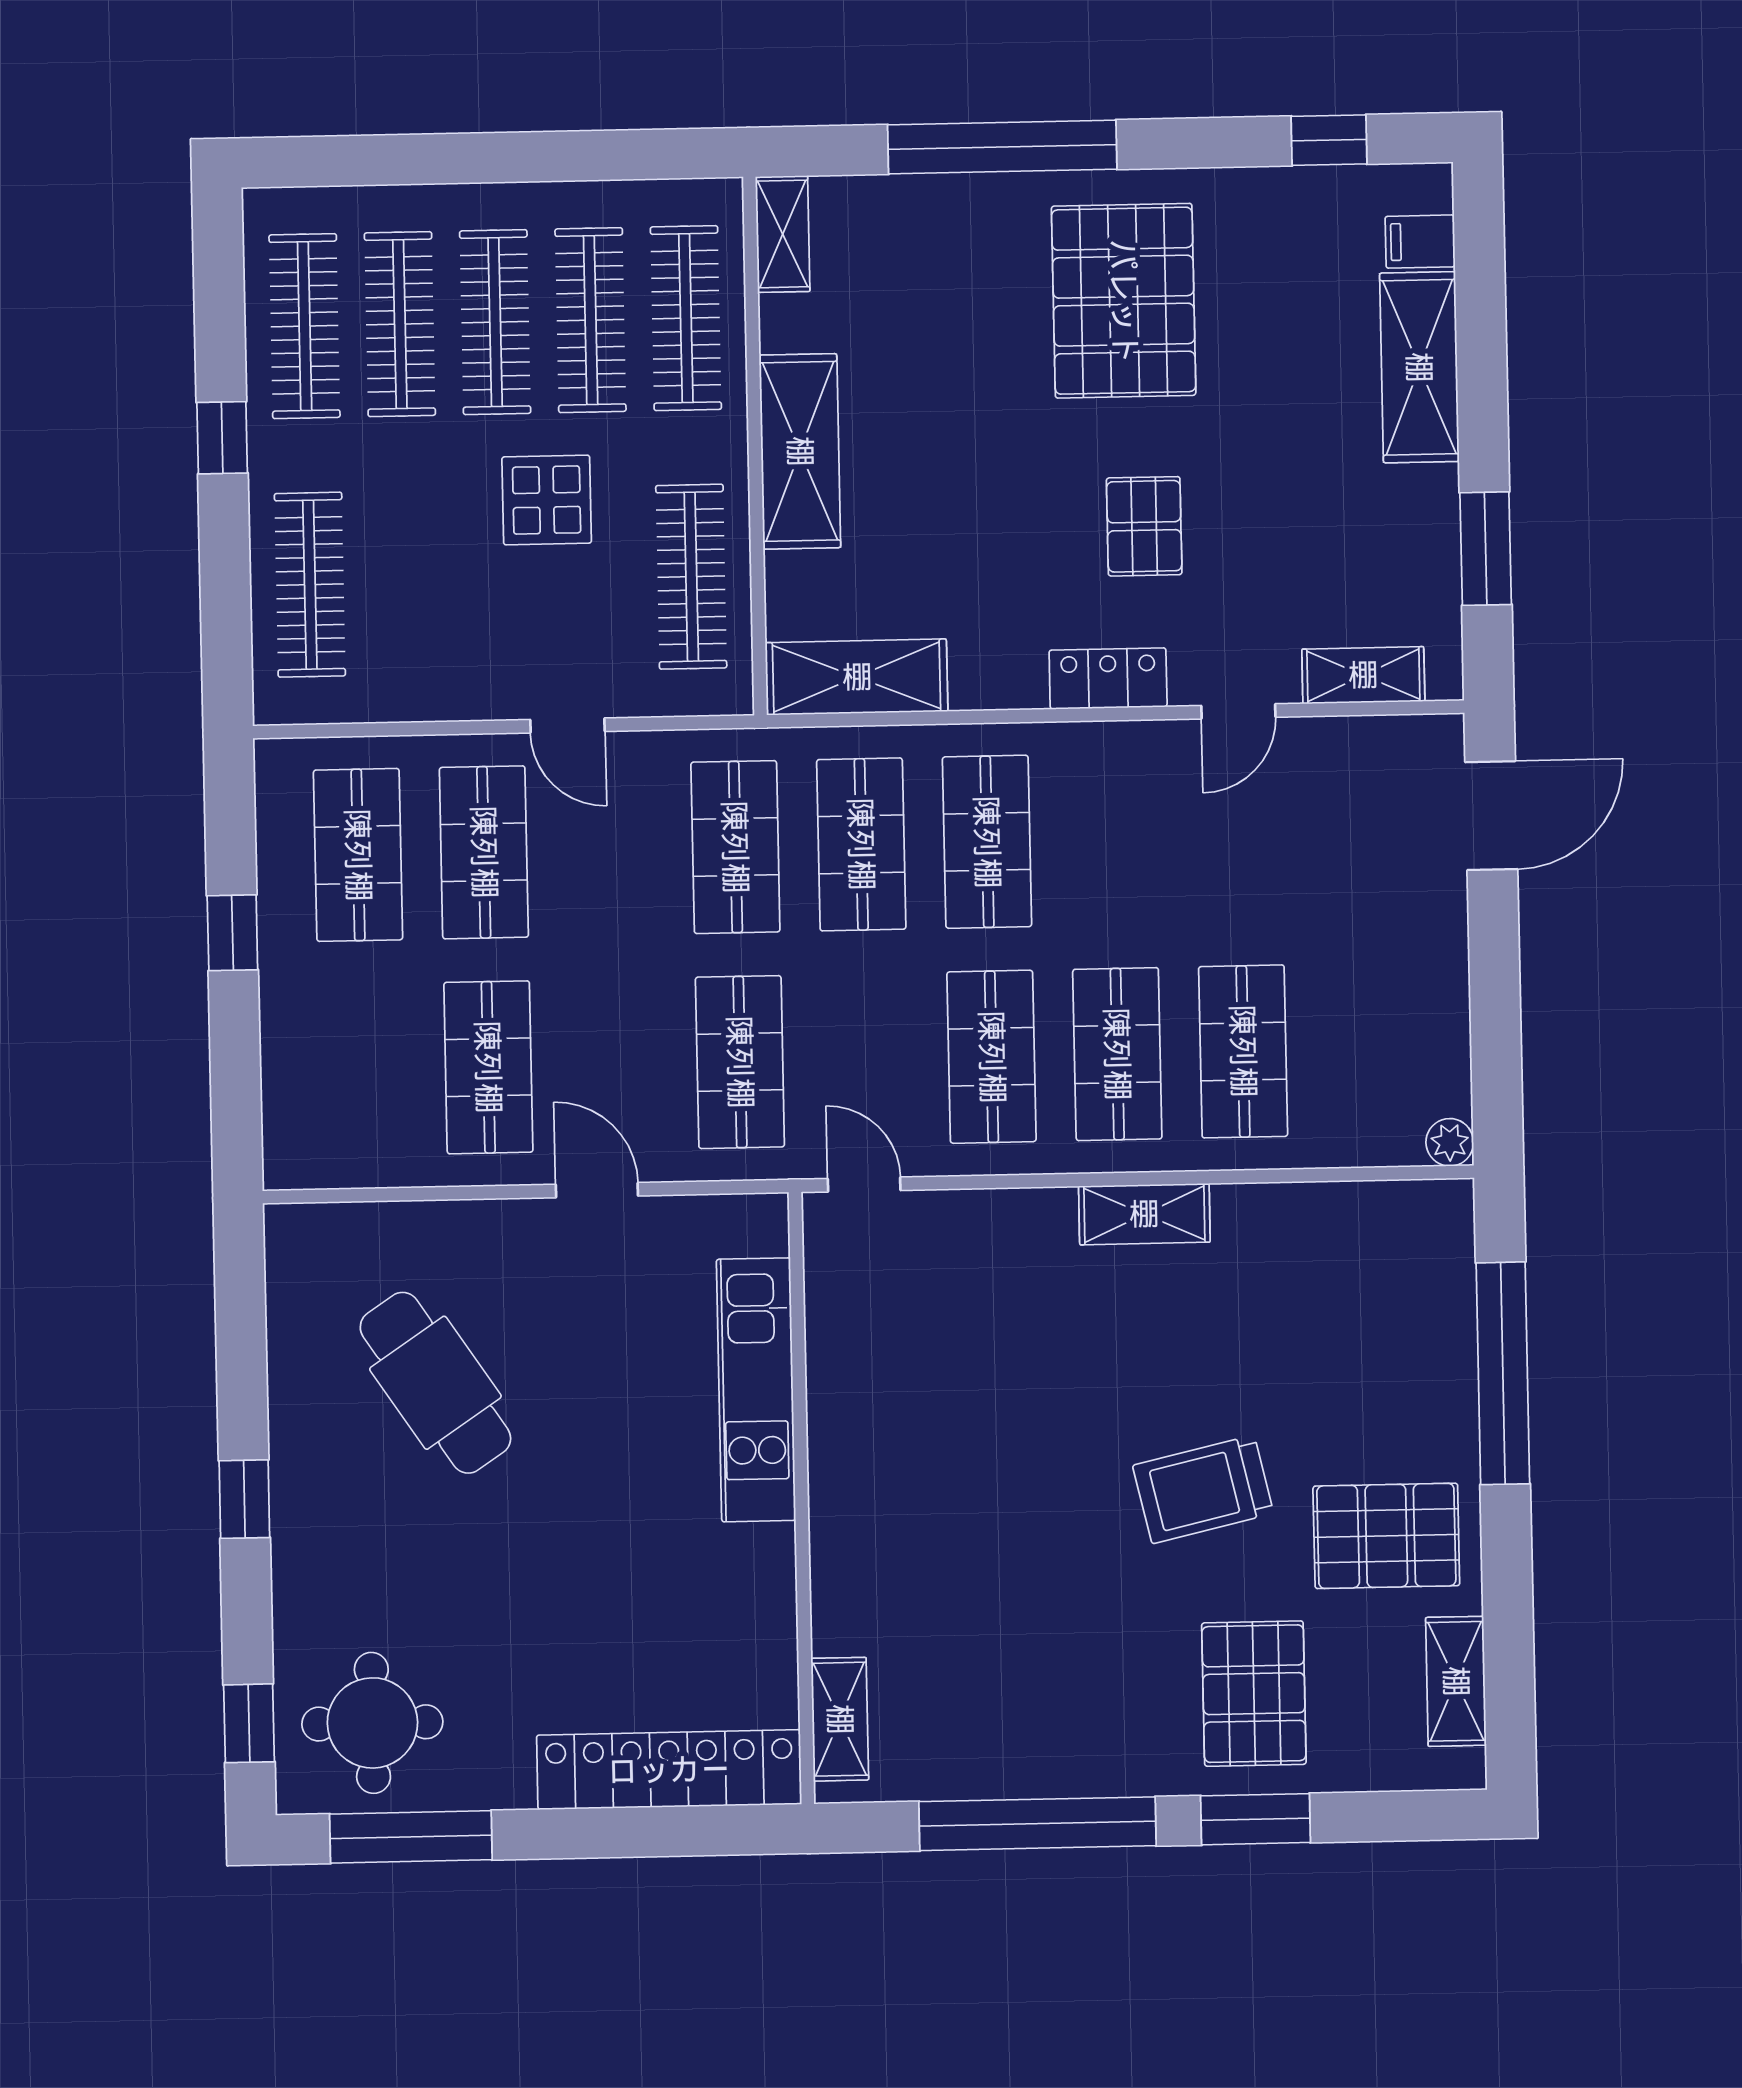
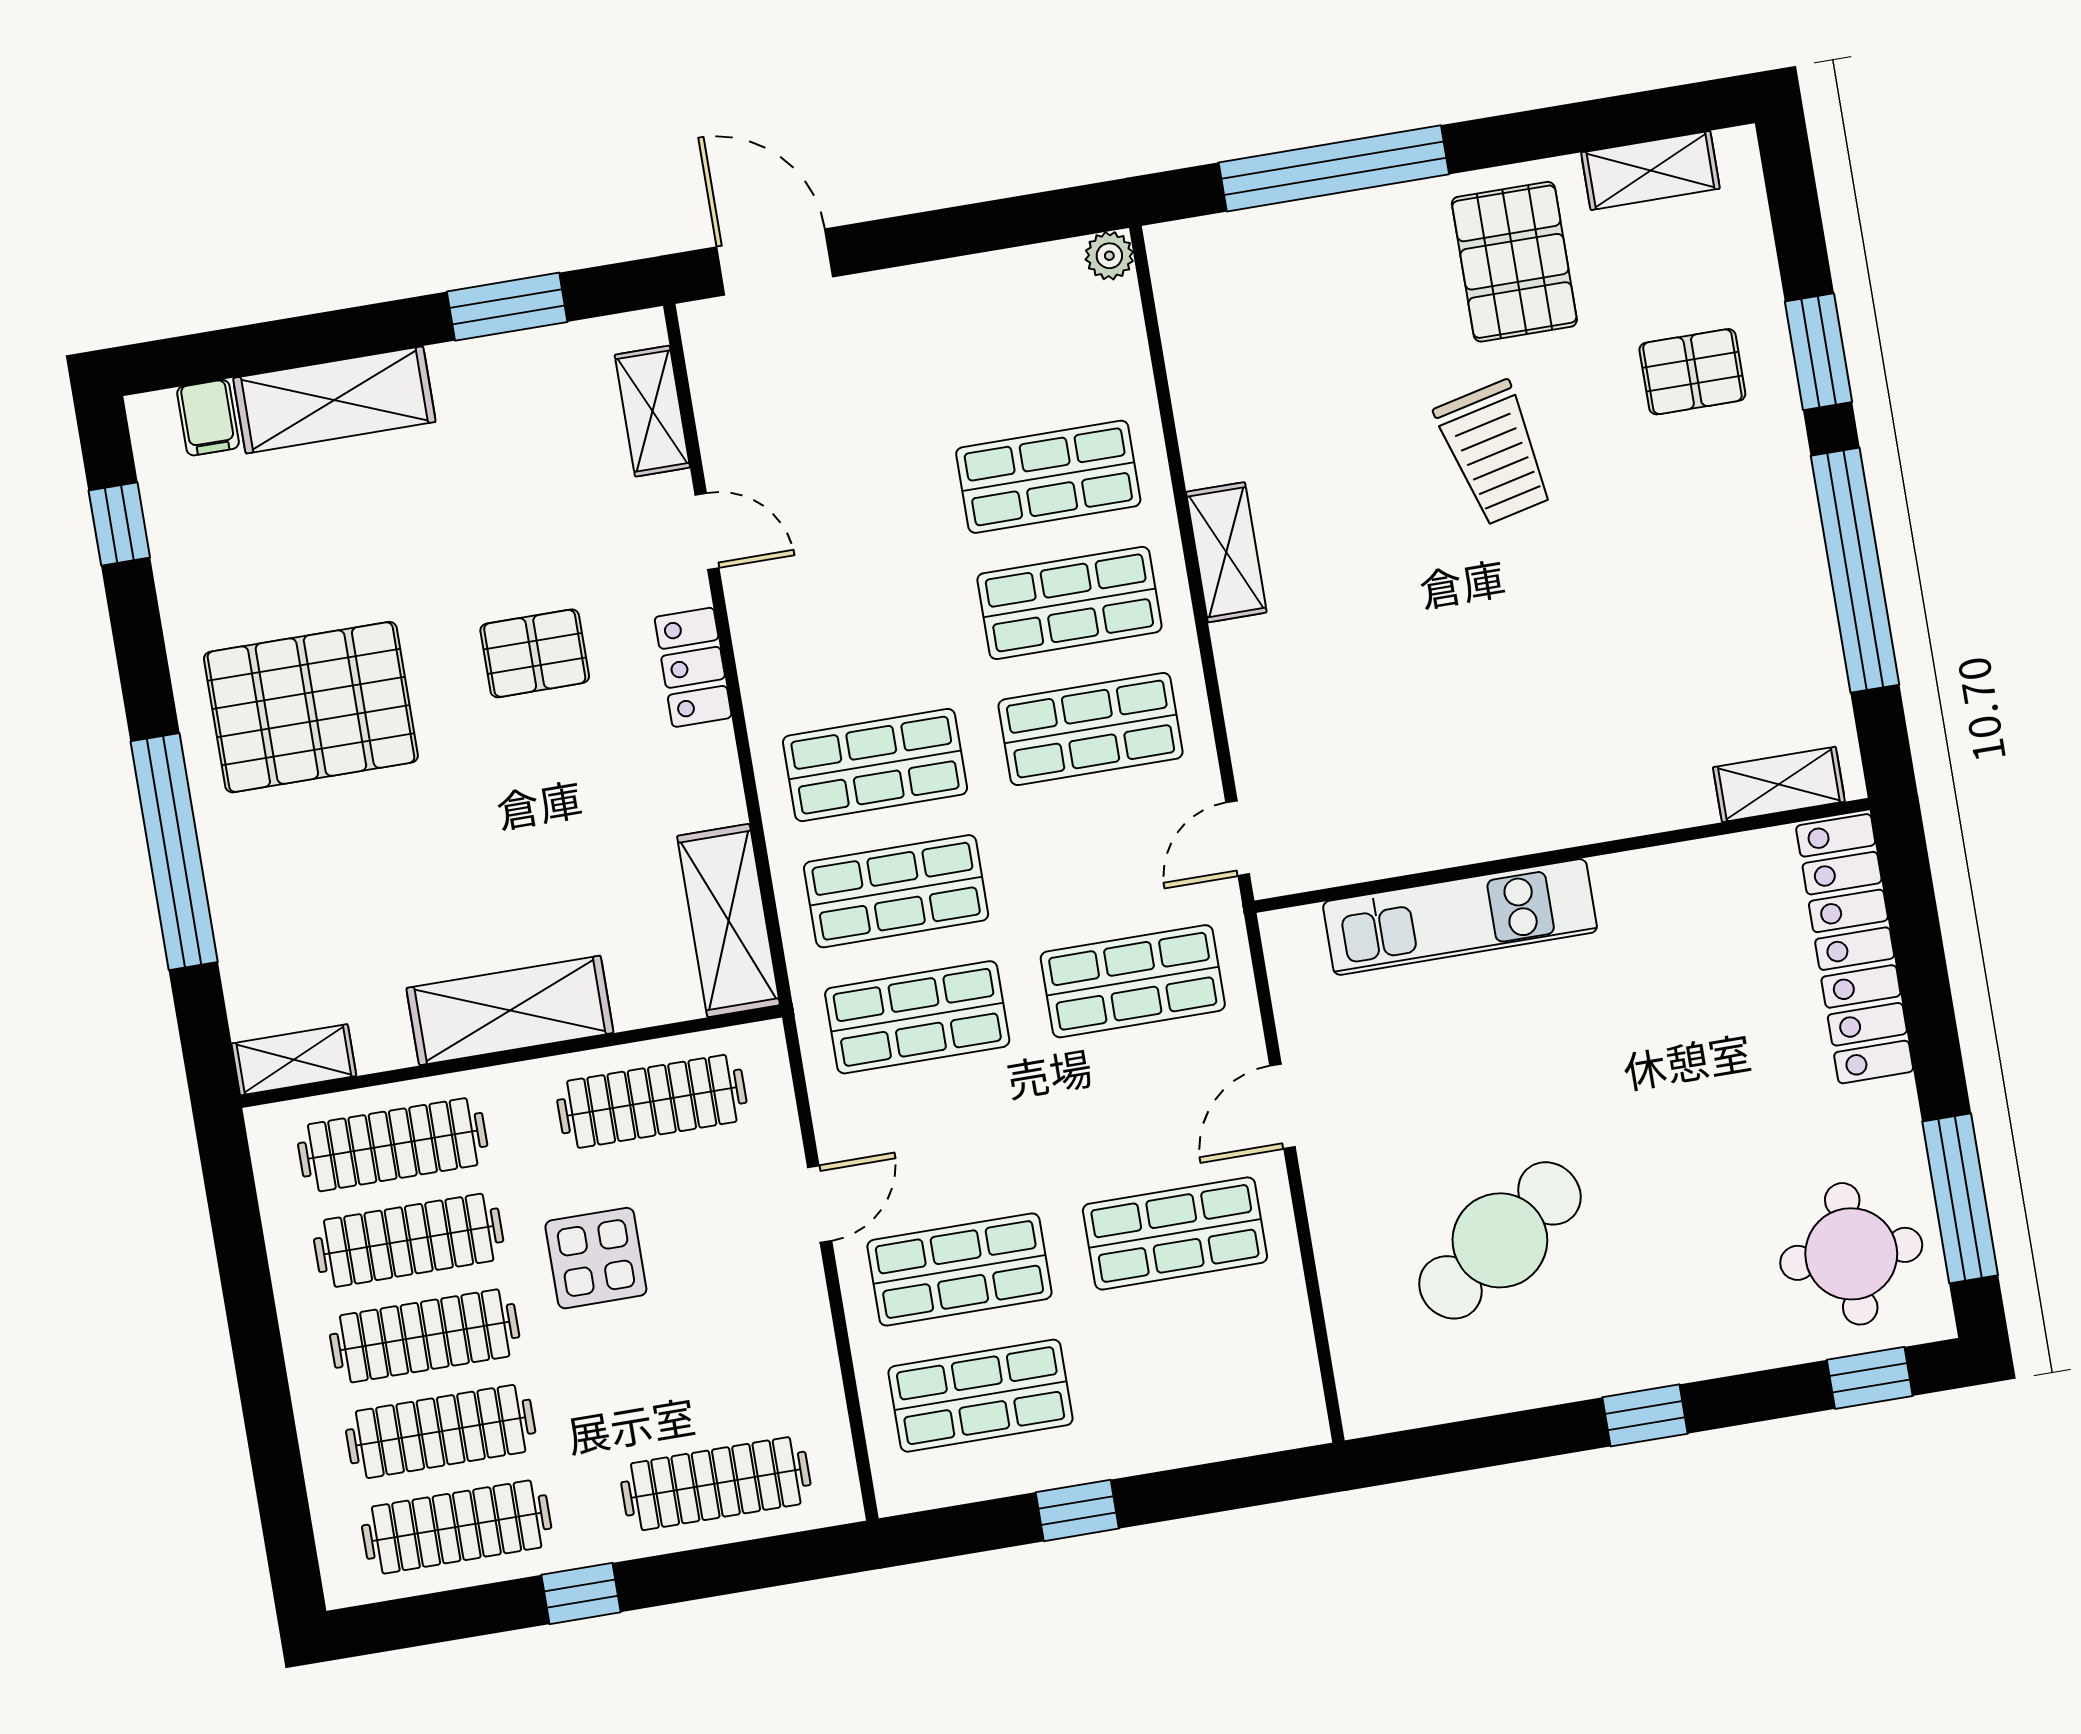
pallet: (1254, 1694) -> (1692, 372), width x0.67, depth x0.71

